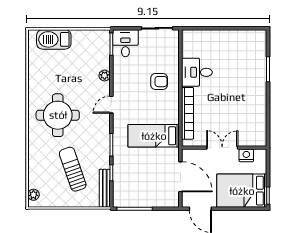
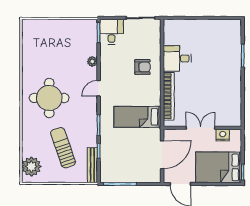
barbecue: (54, 39) -> (46, 28), removed
door: (180, 177) -> (162, 155), hinge flipped
plant: (33, 195) -> (31, 167), width x1.88, depth x1.88

